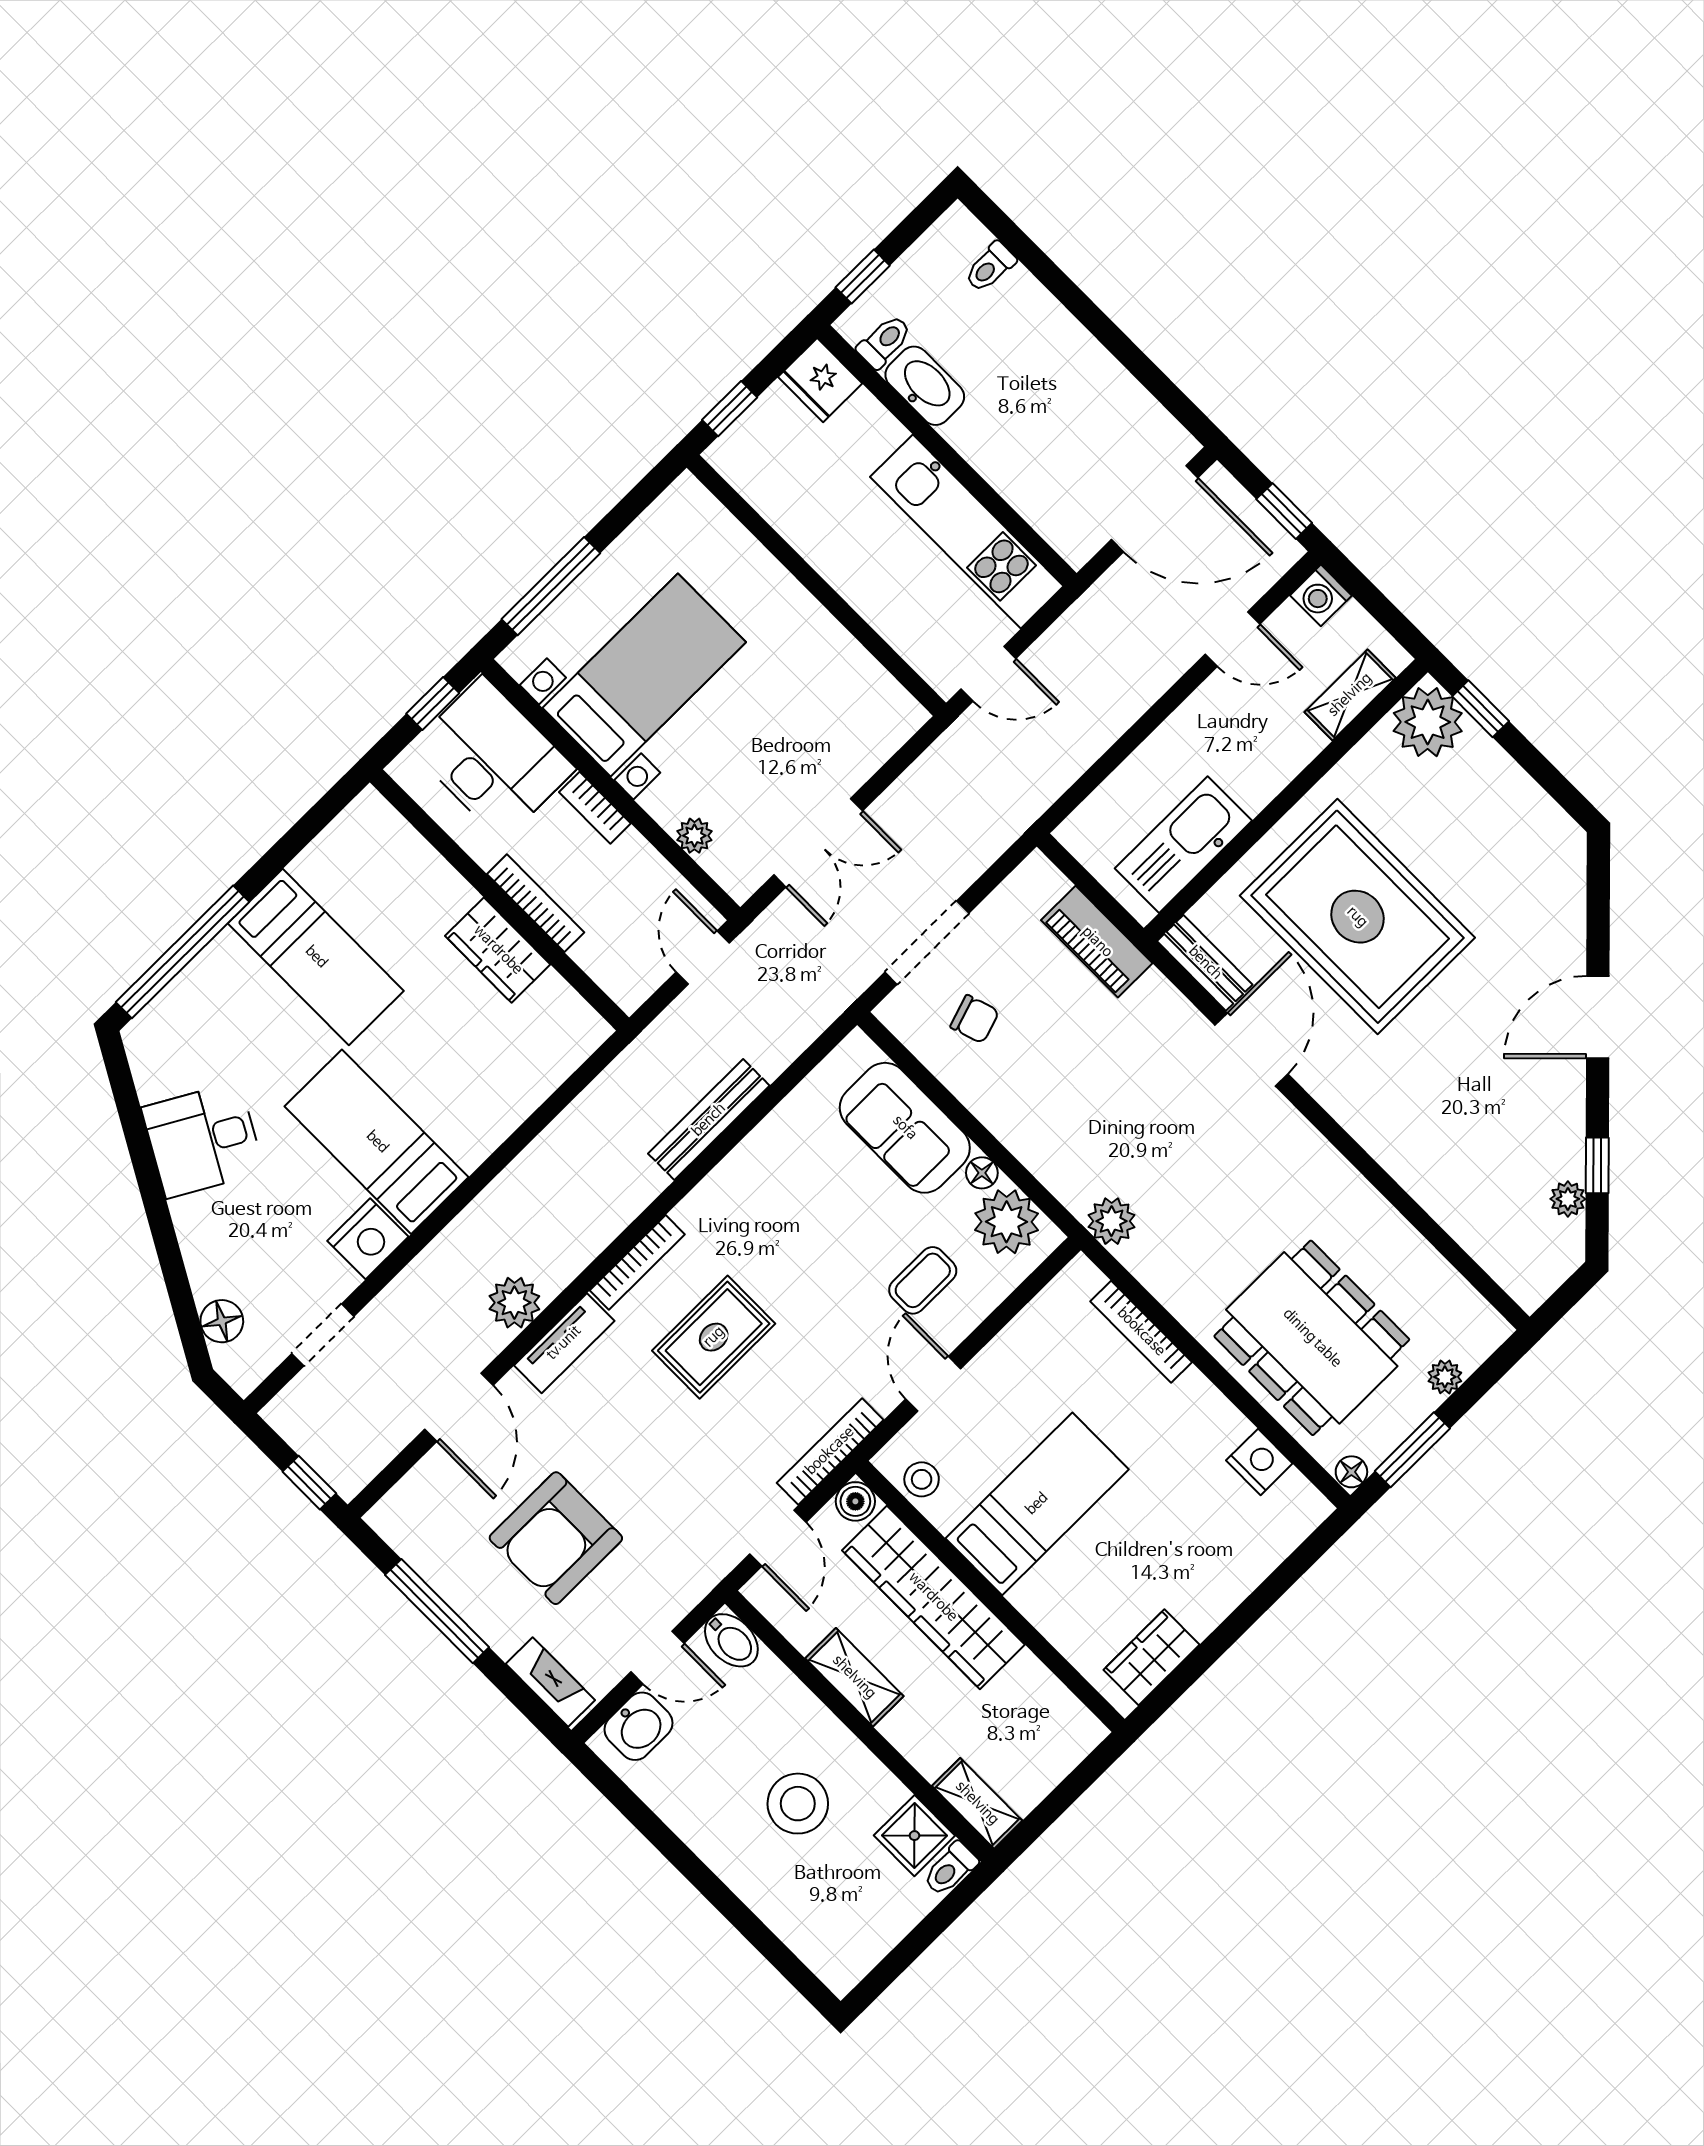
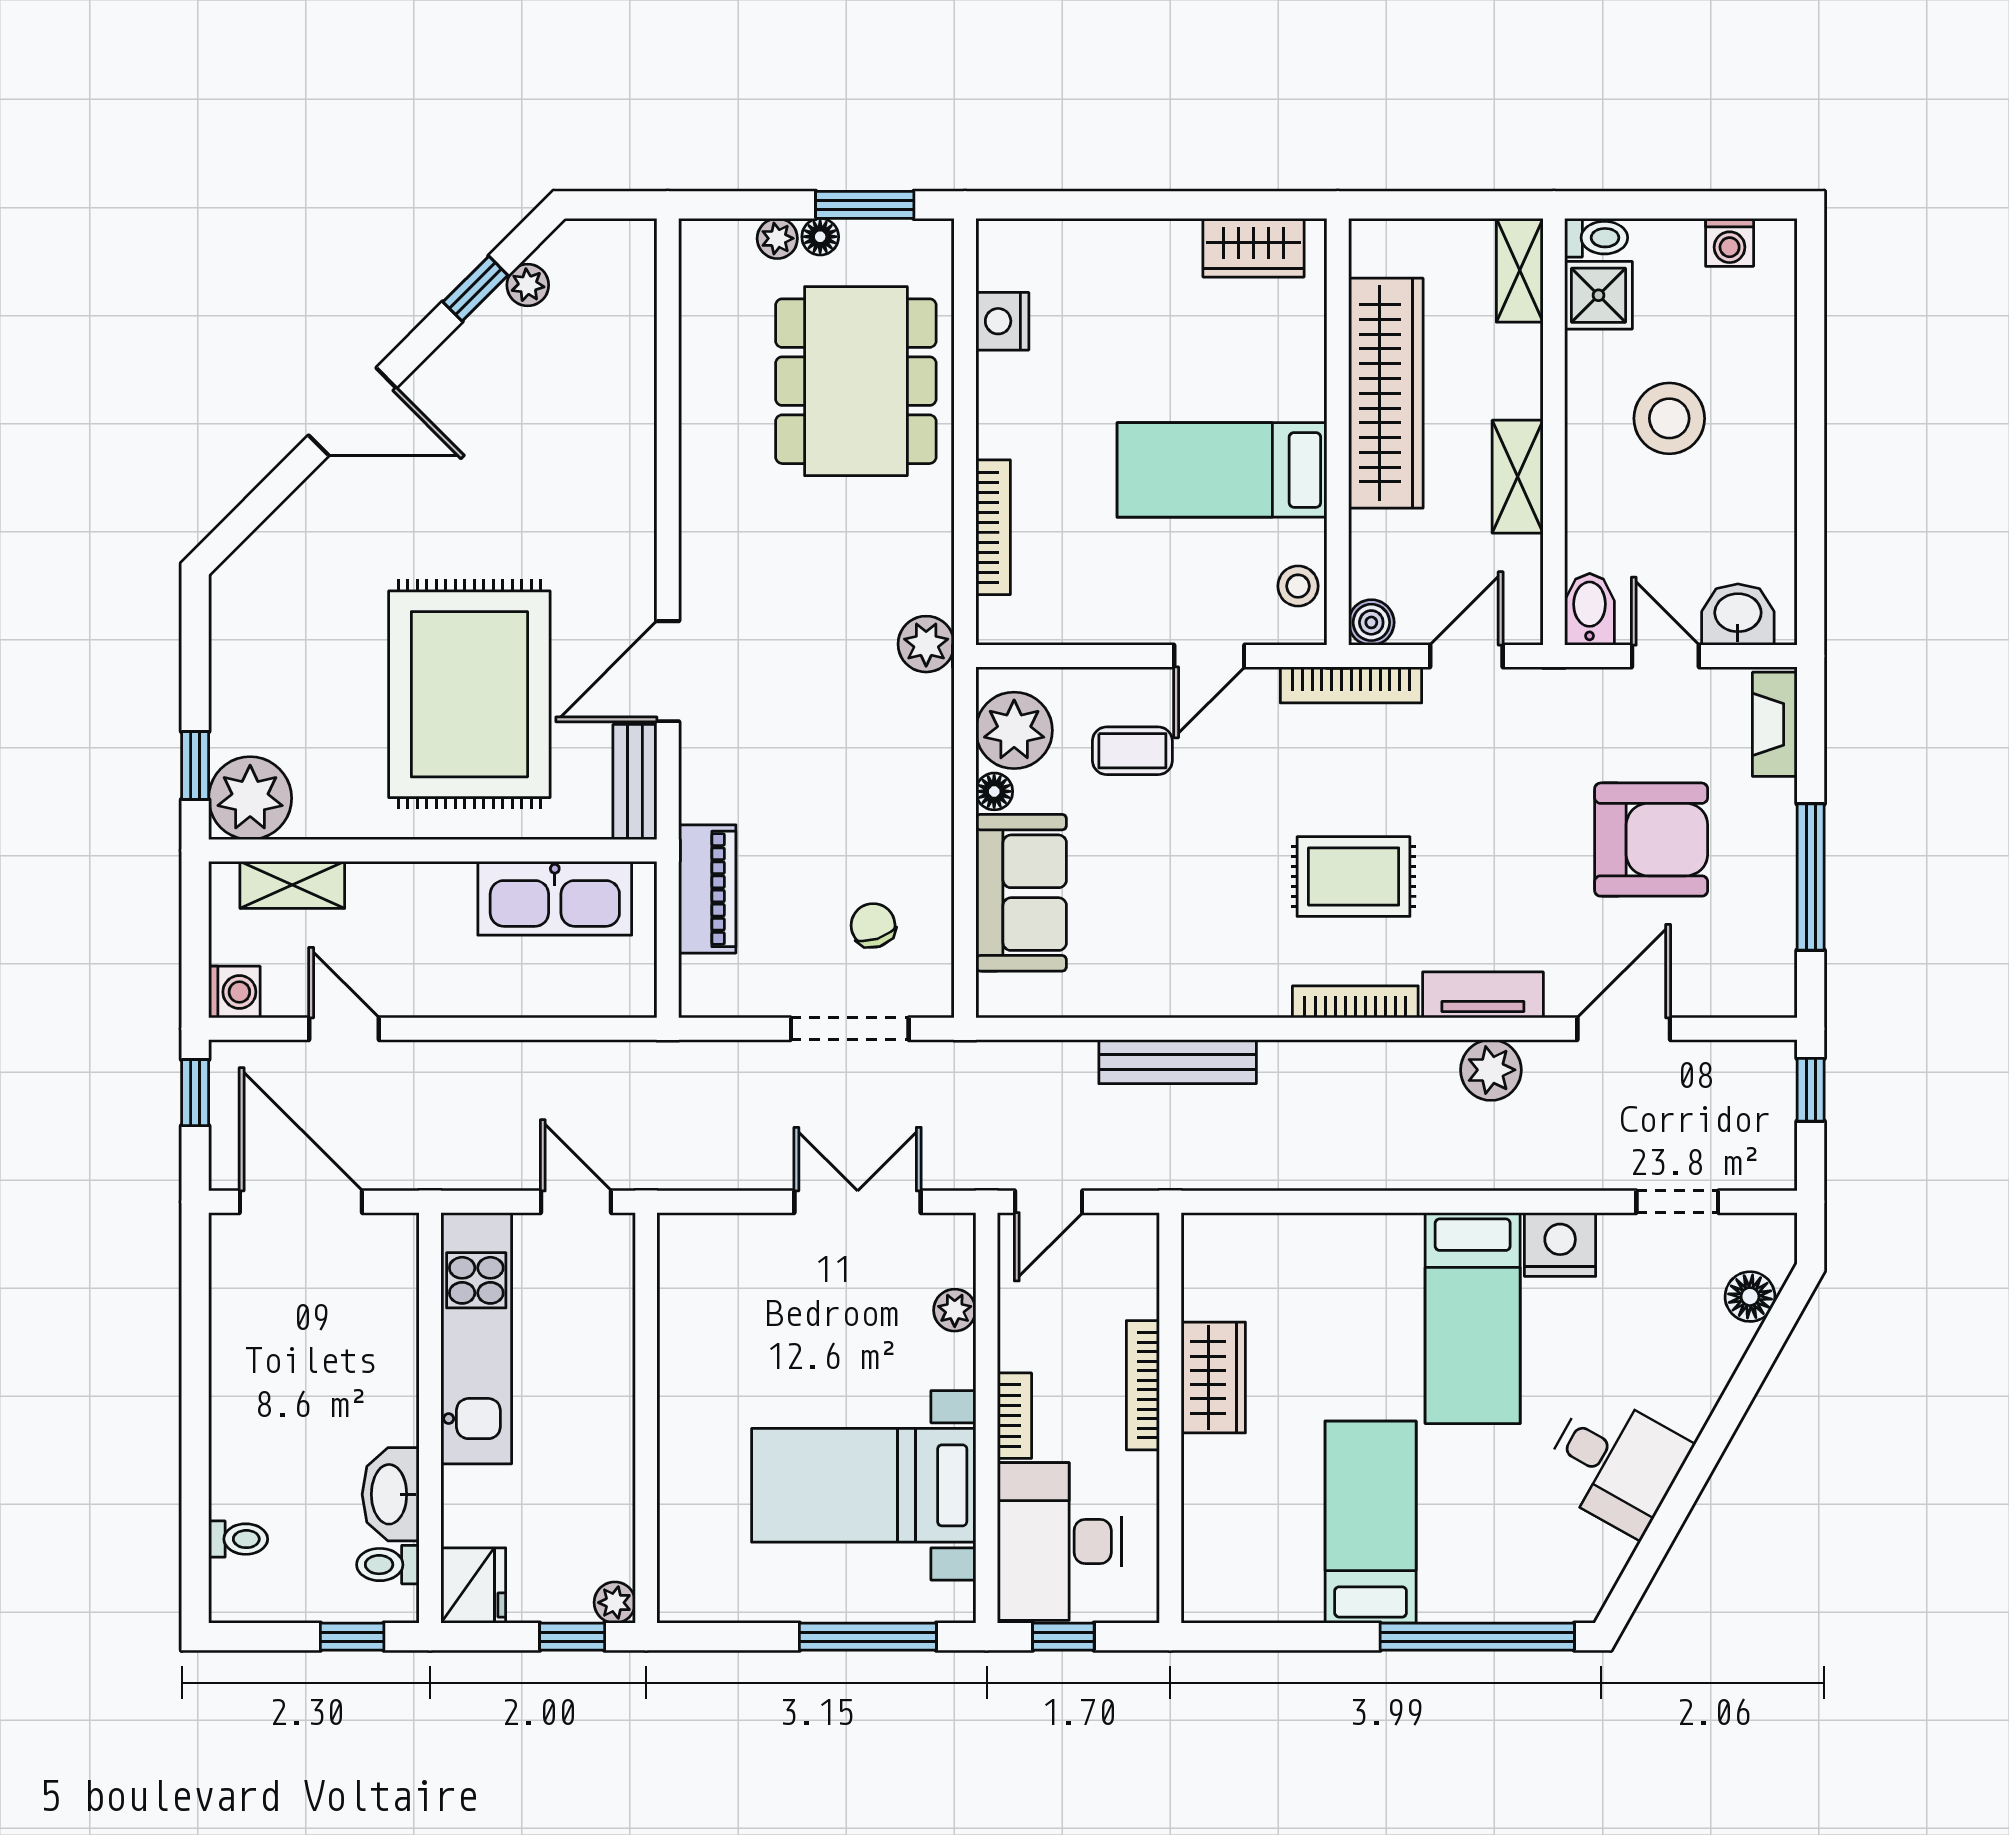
plant: (724, 455) -> (615, 1603), added
floor lamp: (1351, 1472) -> (820, 237), moved
wardrobe: (933, 1597) -> (1386, 393), moved
washing machine: (867, 1946) -> (1730, 242), added

